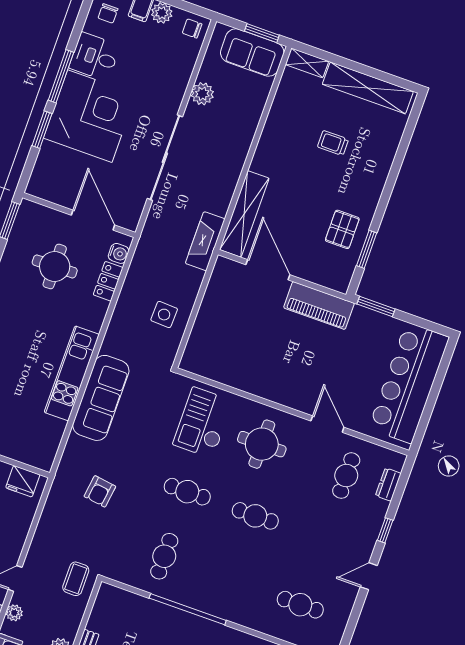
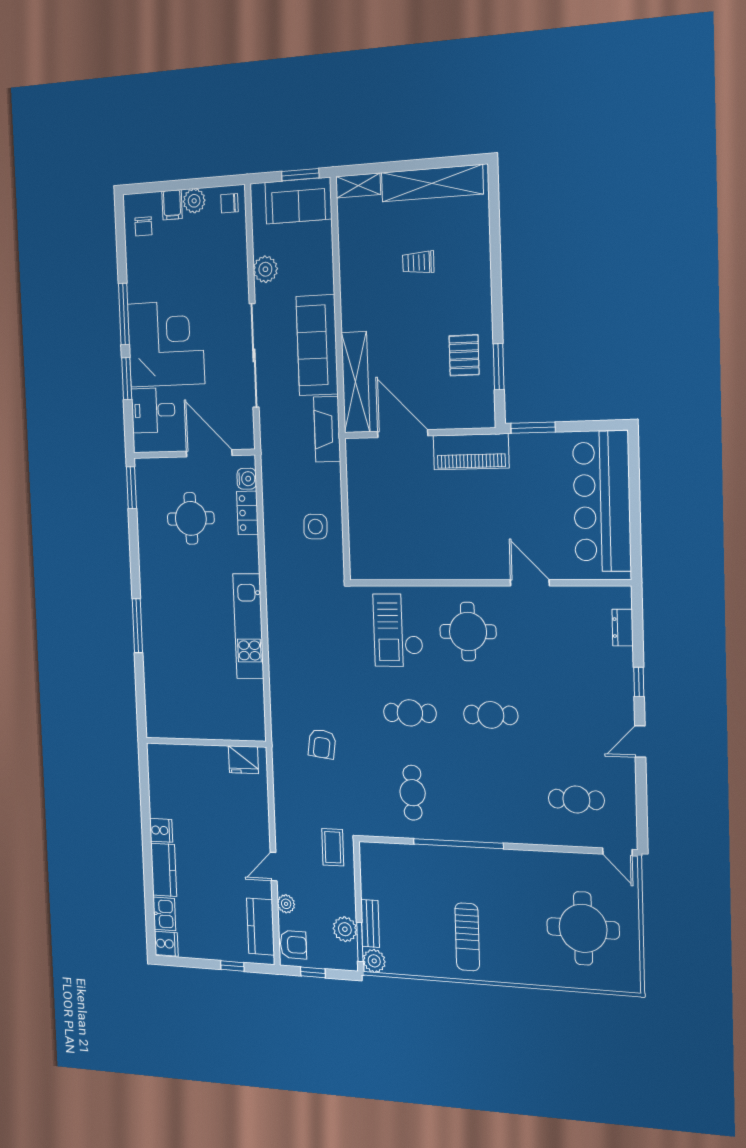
desk: (95, 57) -> (153, 410), moved
sofa: (101, 398) -> (317, 345), moved, turned 180
cafe table: (346, 476) -> (572, 634), removed

